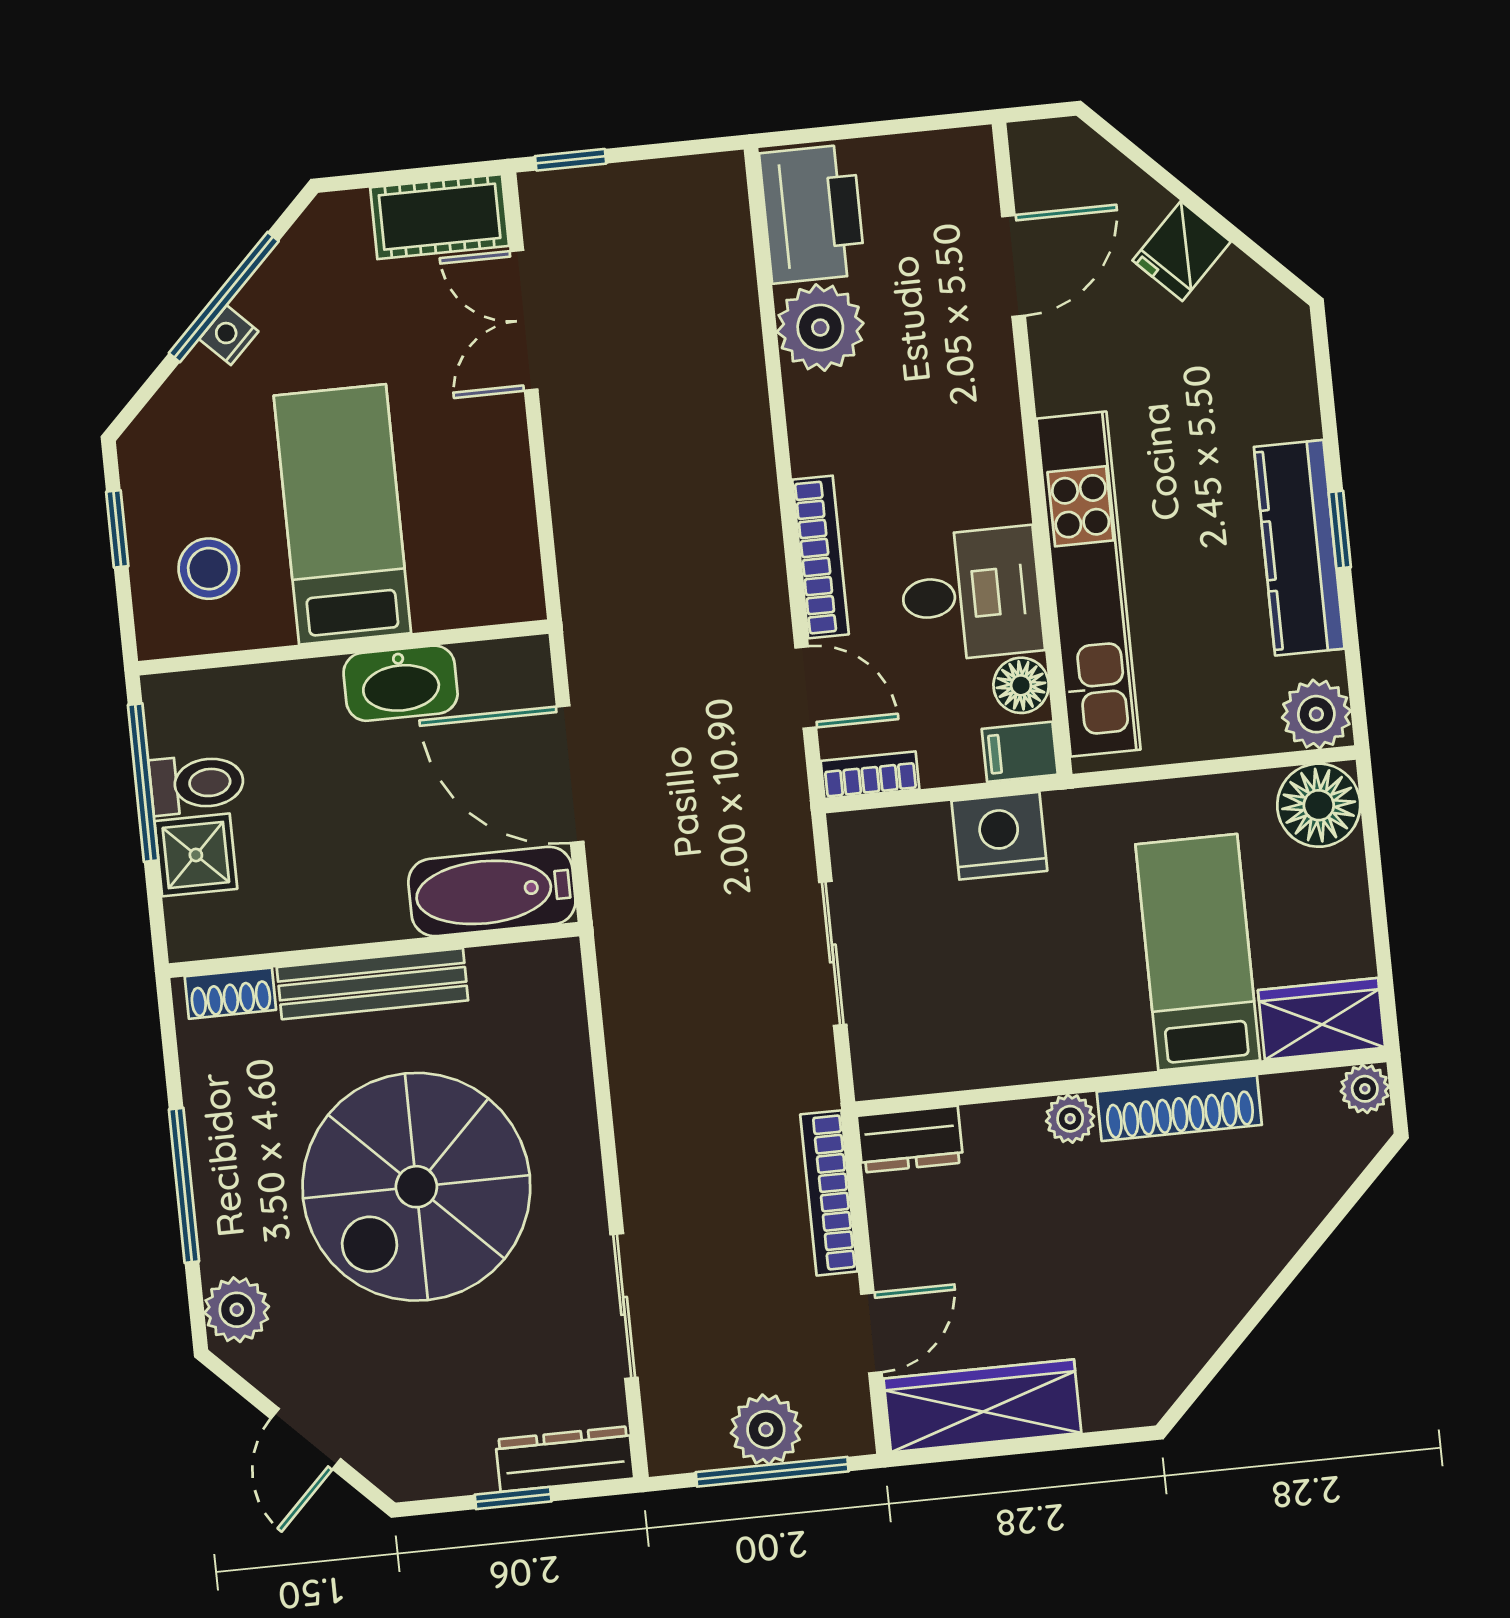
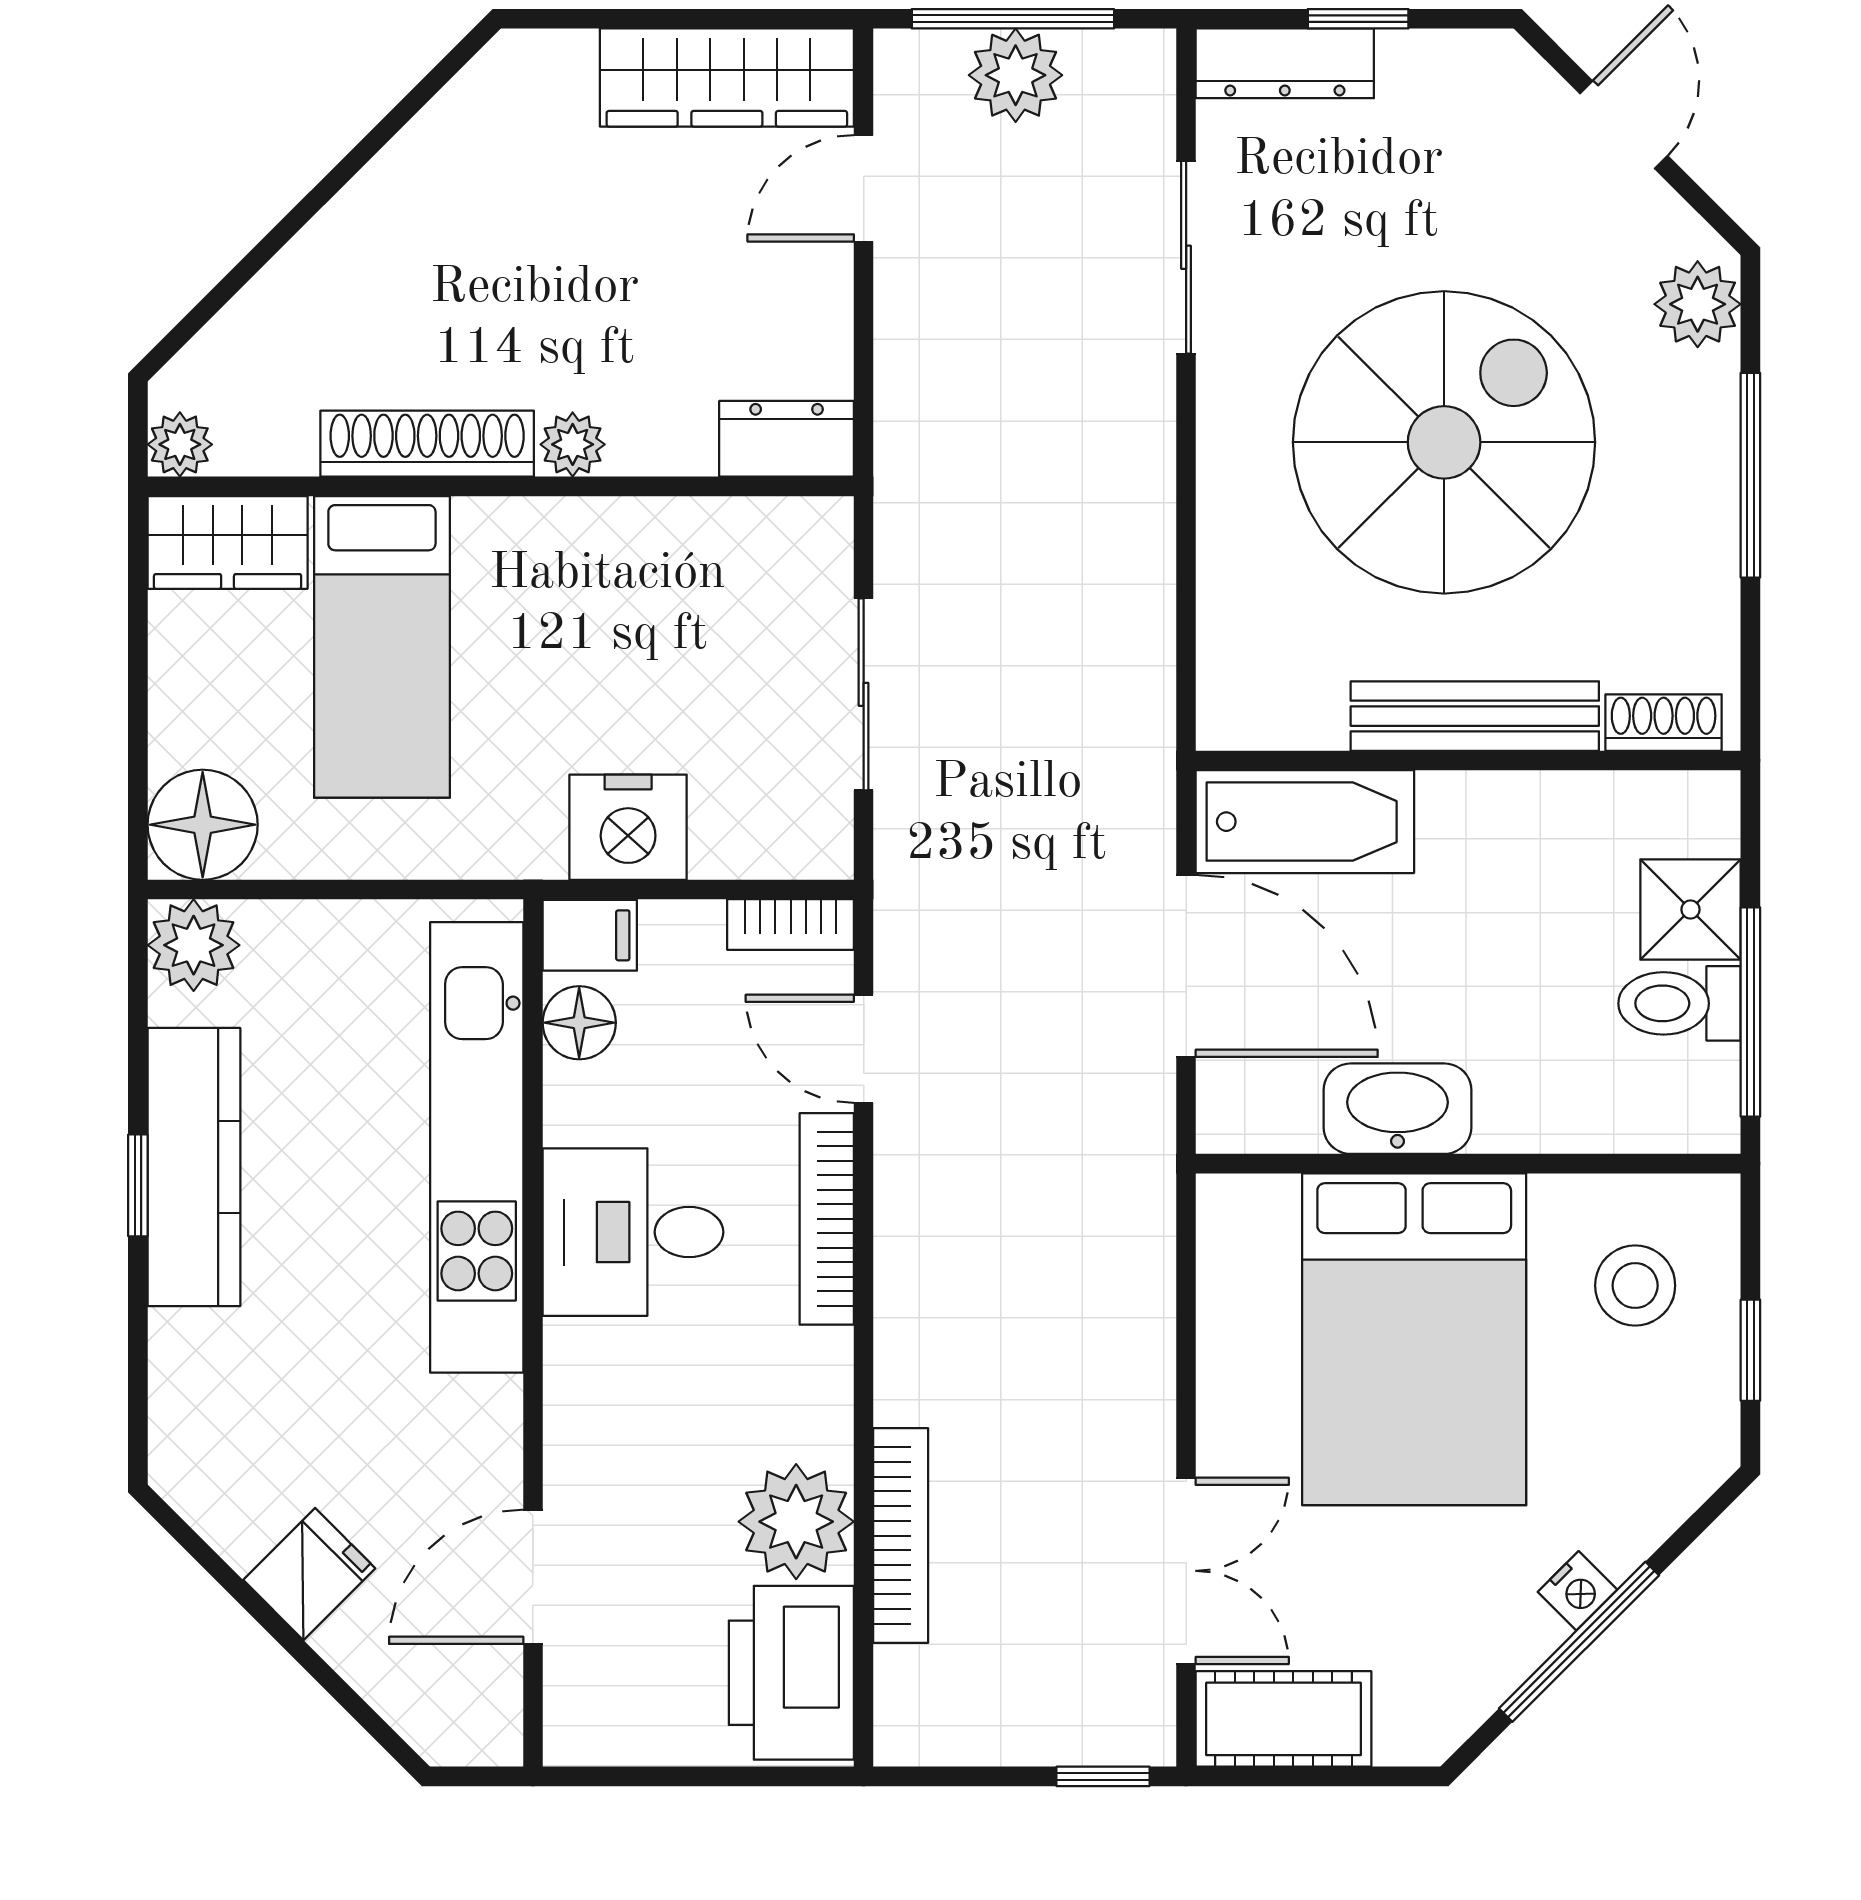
bed: (342, 514) -> (1414, 1339), width x1.50
desk: (971, 594) -> (633, 1232), moved
bookcase: (829, 1193) -> (901, 1536), moved

